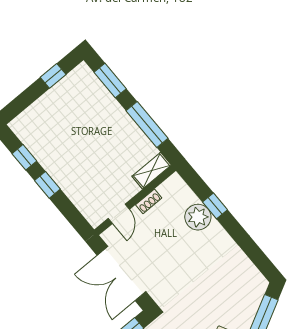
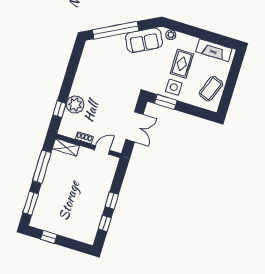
window: (215, 206) -> (60, 109), moved
double door: (122, 273) -> (134, 127), width x0.73

